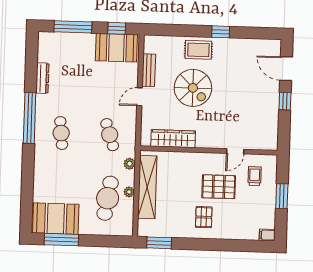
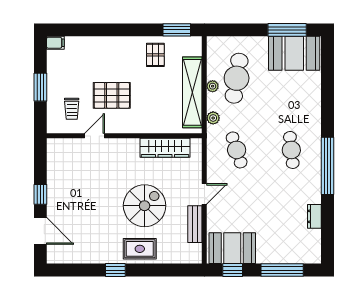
dresser: (42, 78) -> (314, 216), width x0.70
spiral stairs: (193, 88) -> (145, 206), turned 90
pallet: (204, 217) -> (155, 55), moved

